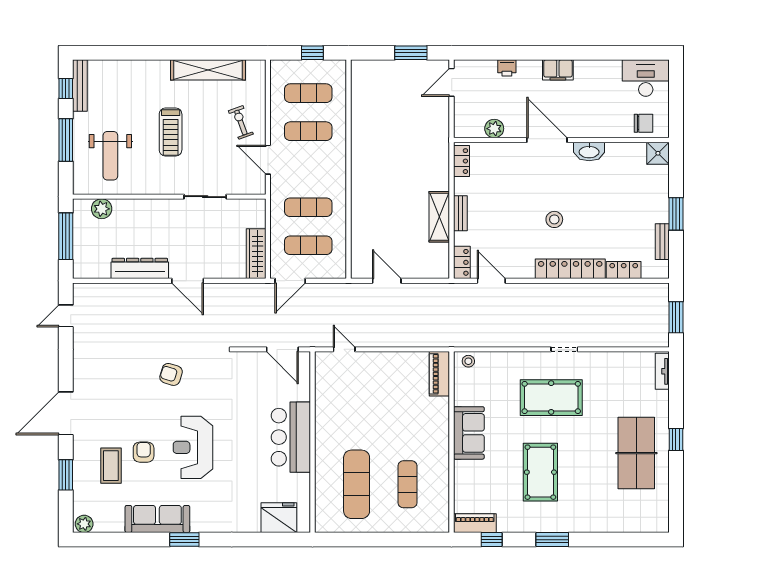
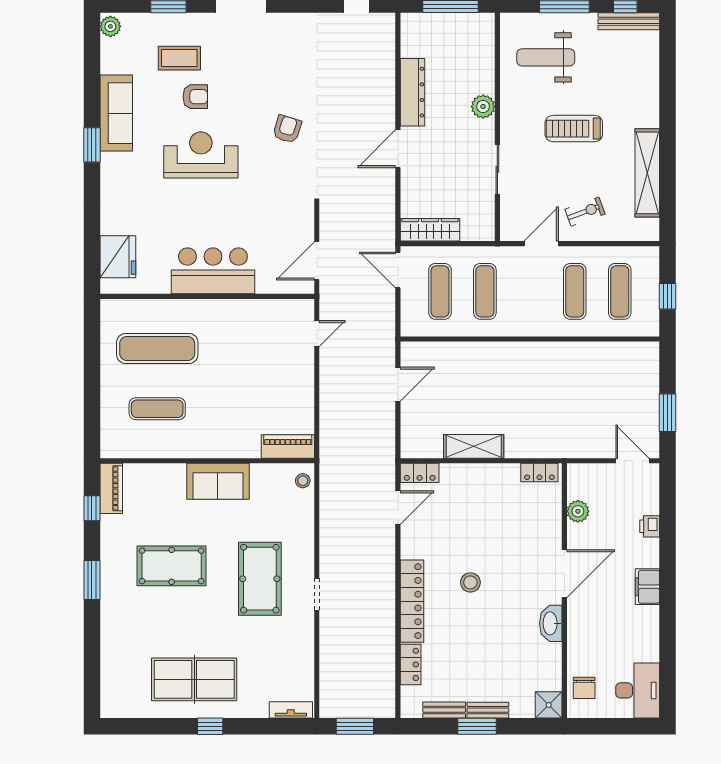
plant: (102, 209) -> (483, 107), moved
bench: (460, 213) -> (488, 710), moved

